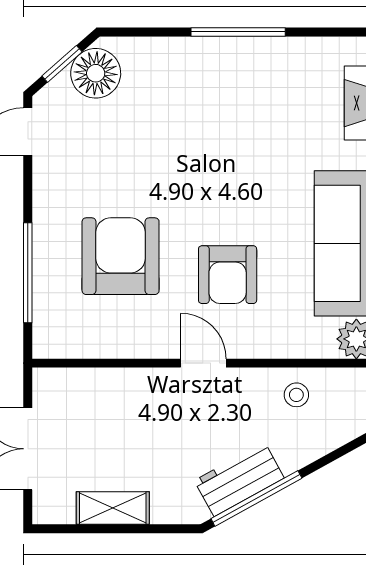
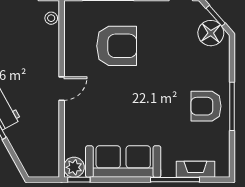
armchair: (228, 275) -> (206, 106), moved
stool: (296, 395) -> (51, 18), moved

